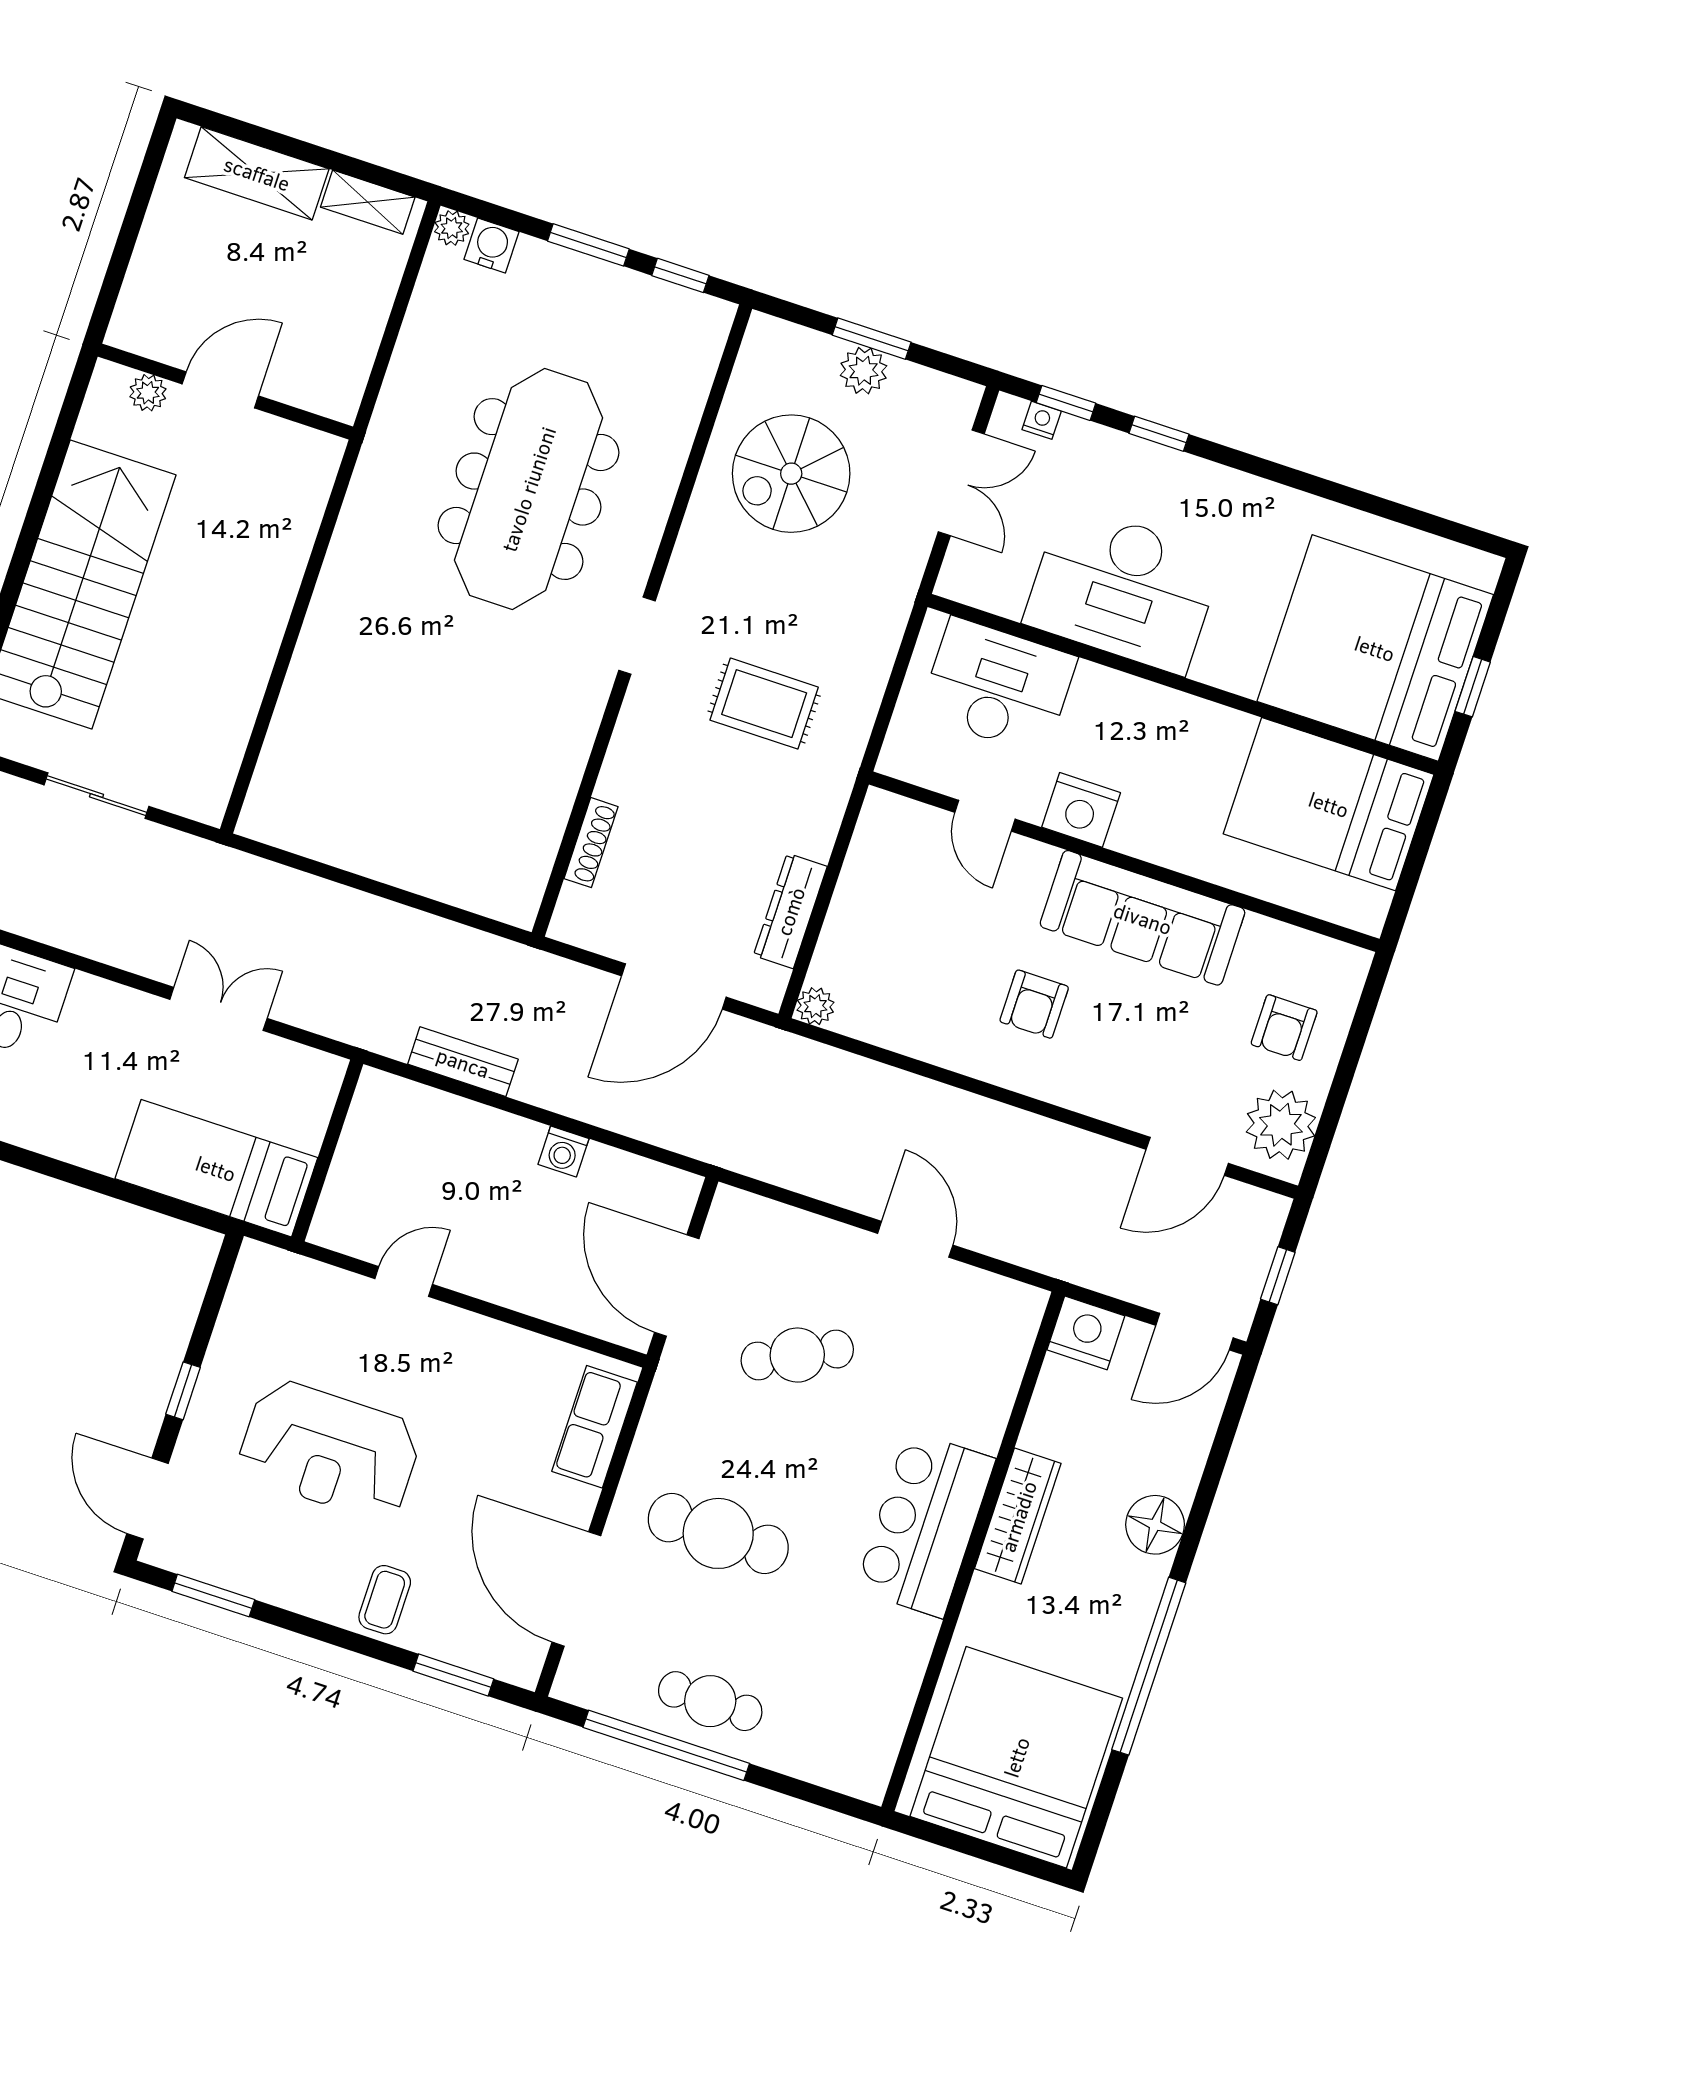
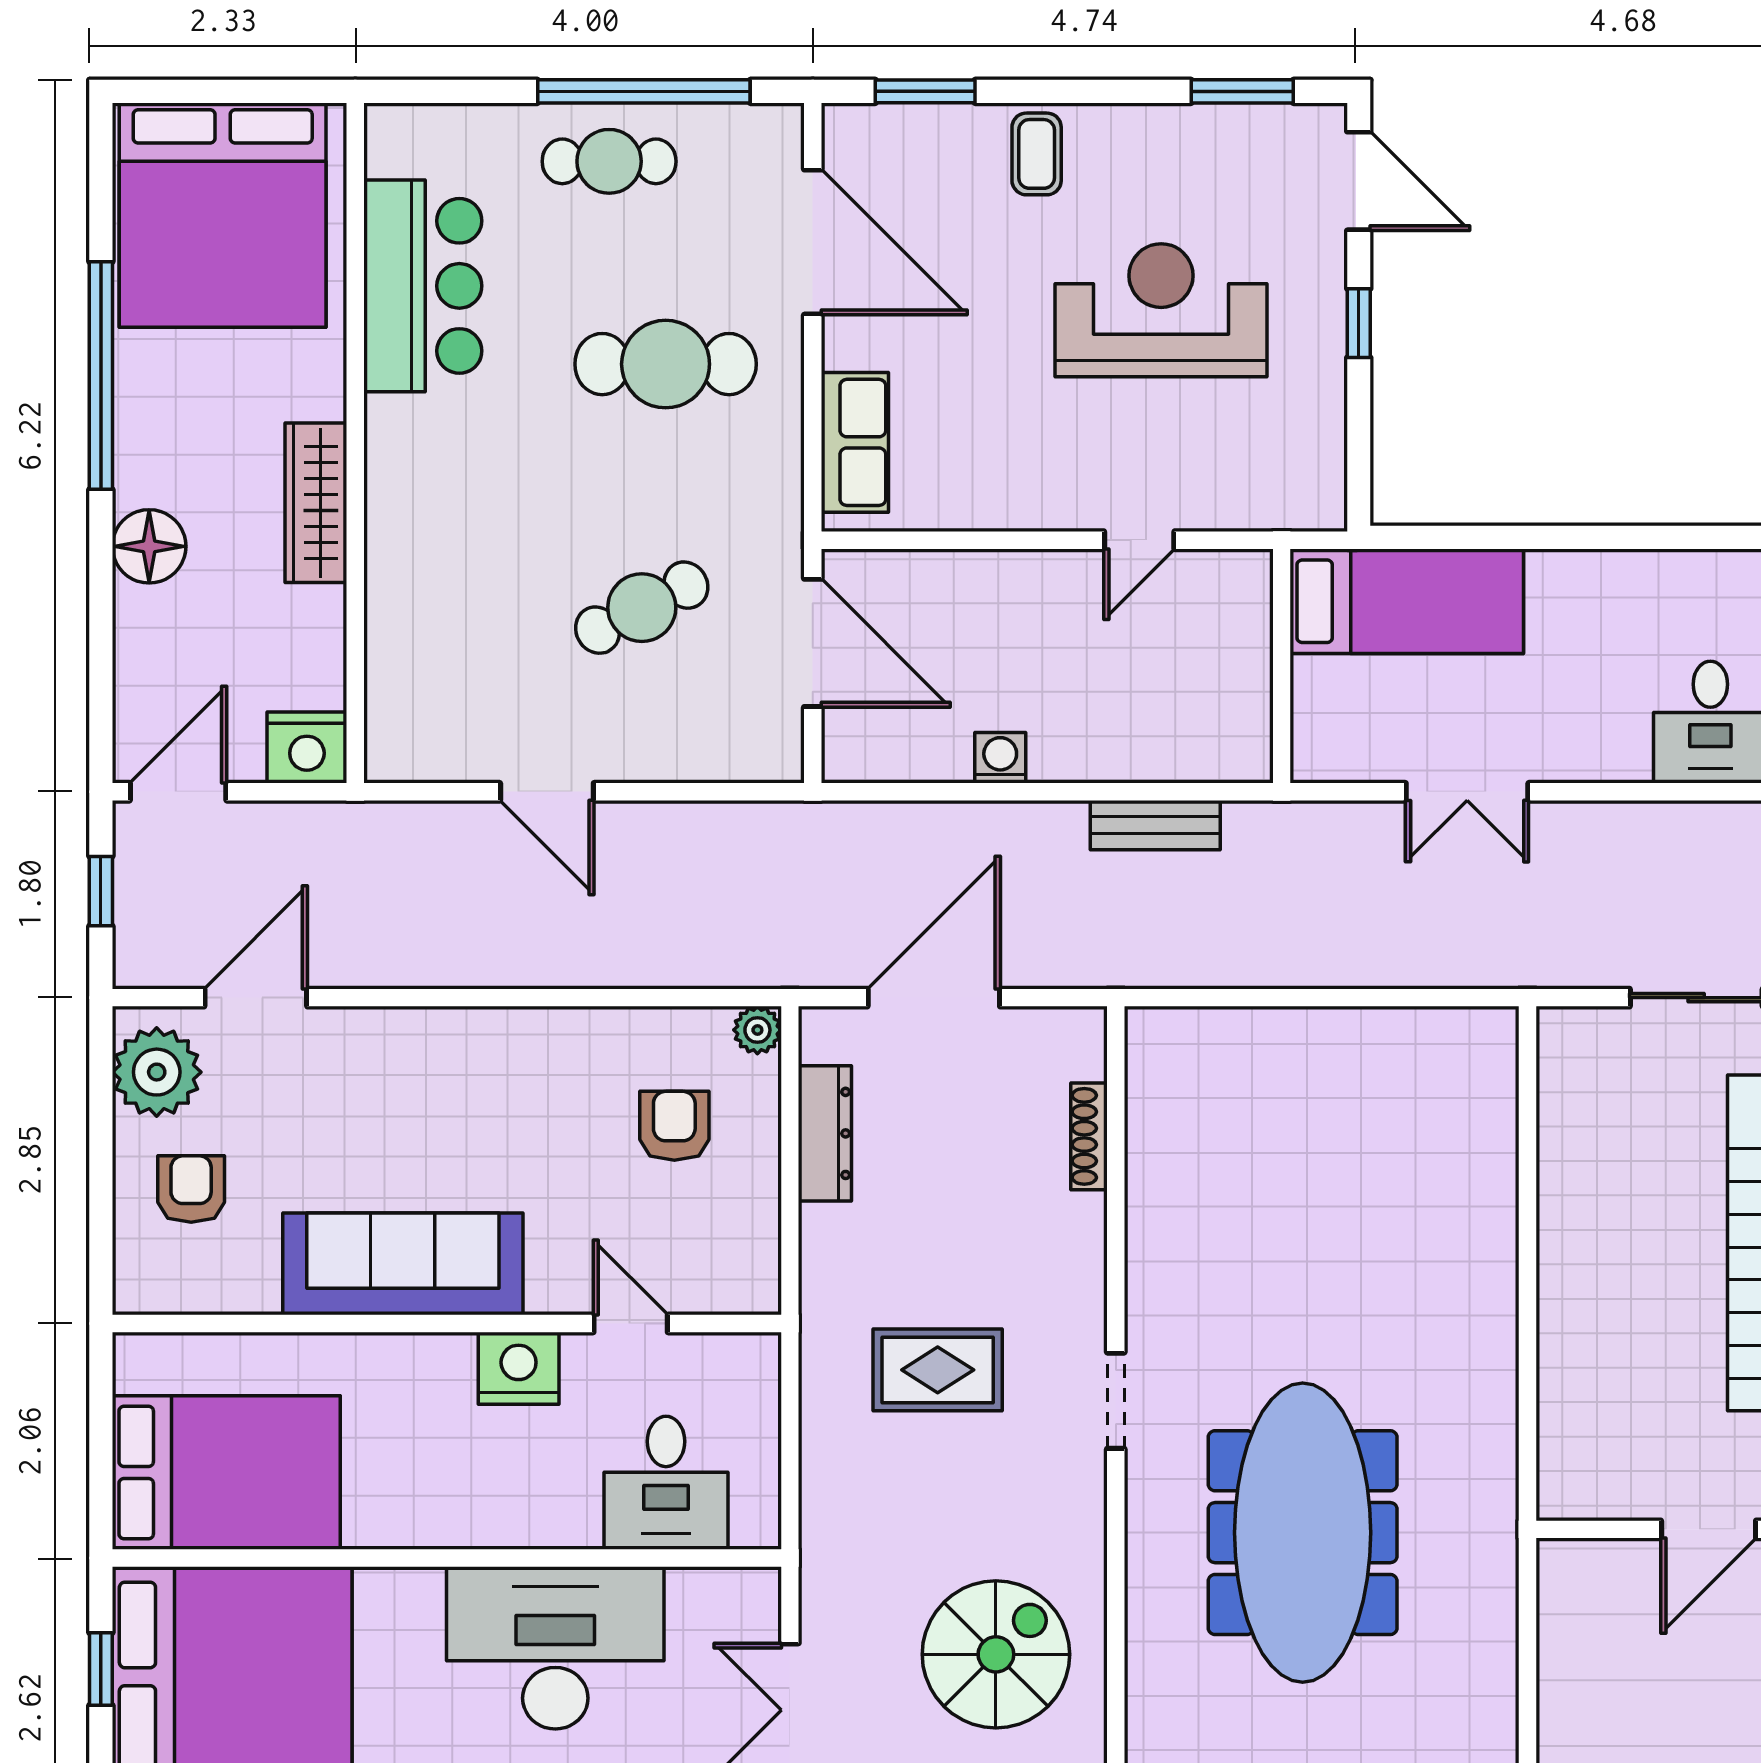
desk: (998, 686) -> (666, 1483), width x0.73
armchair: (1034, 1004) -> (674, 1126), moved
bar counter: (925, 1524) -> (423, 286), moved

